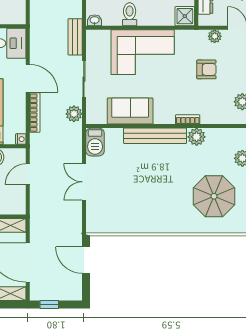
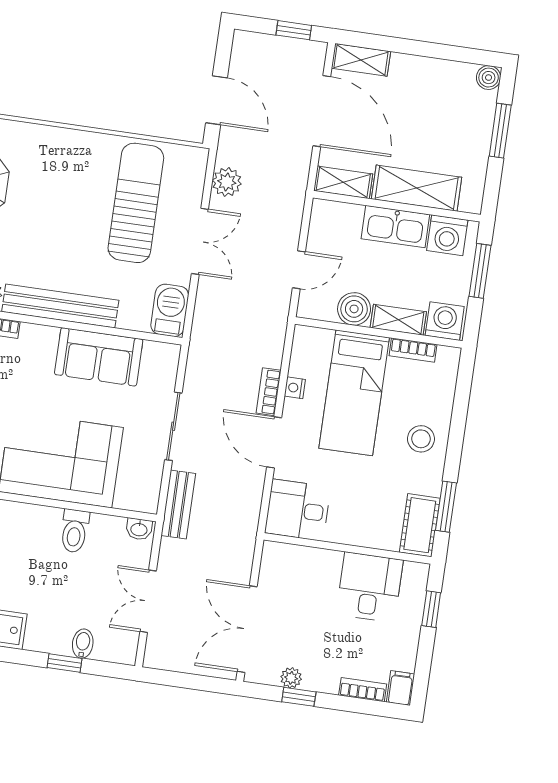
bookcase: (35, 113) -> (269, 392), width x0.64
plant: (74, 114) -> (227, 182), moved
nightstand: (21, 139) -> (295, 388), moved
sun lounger: (122, 198) -> (136, 203), added

